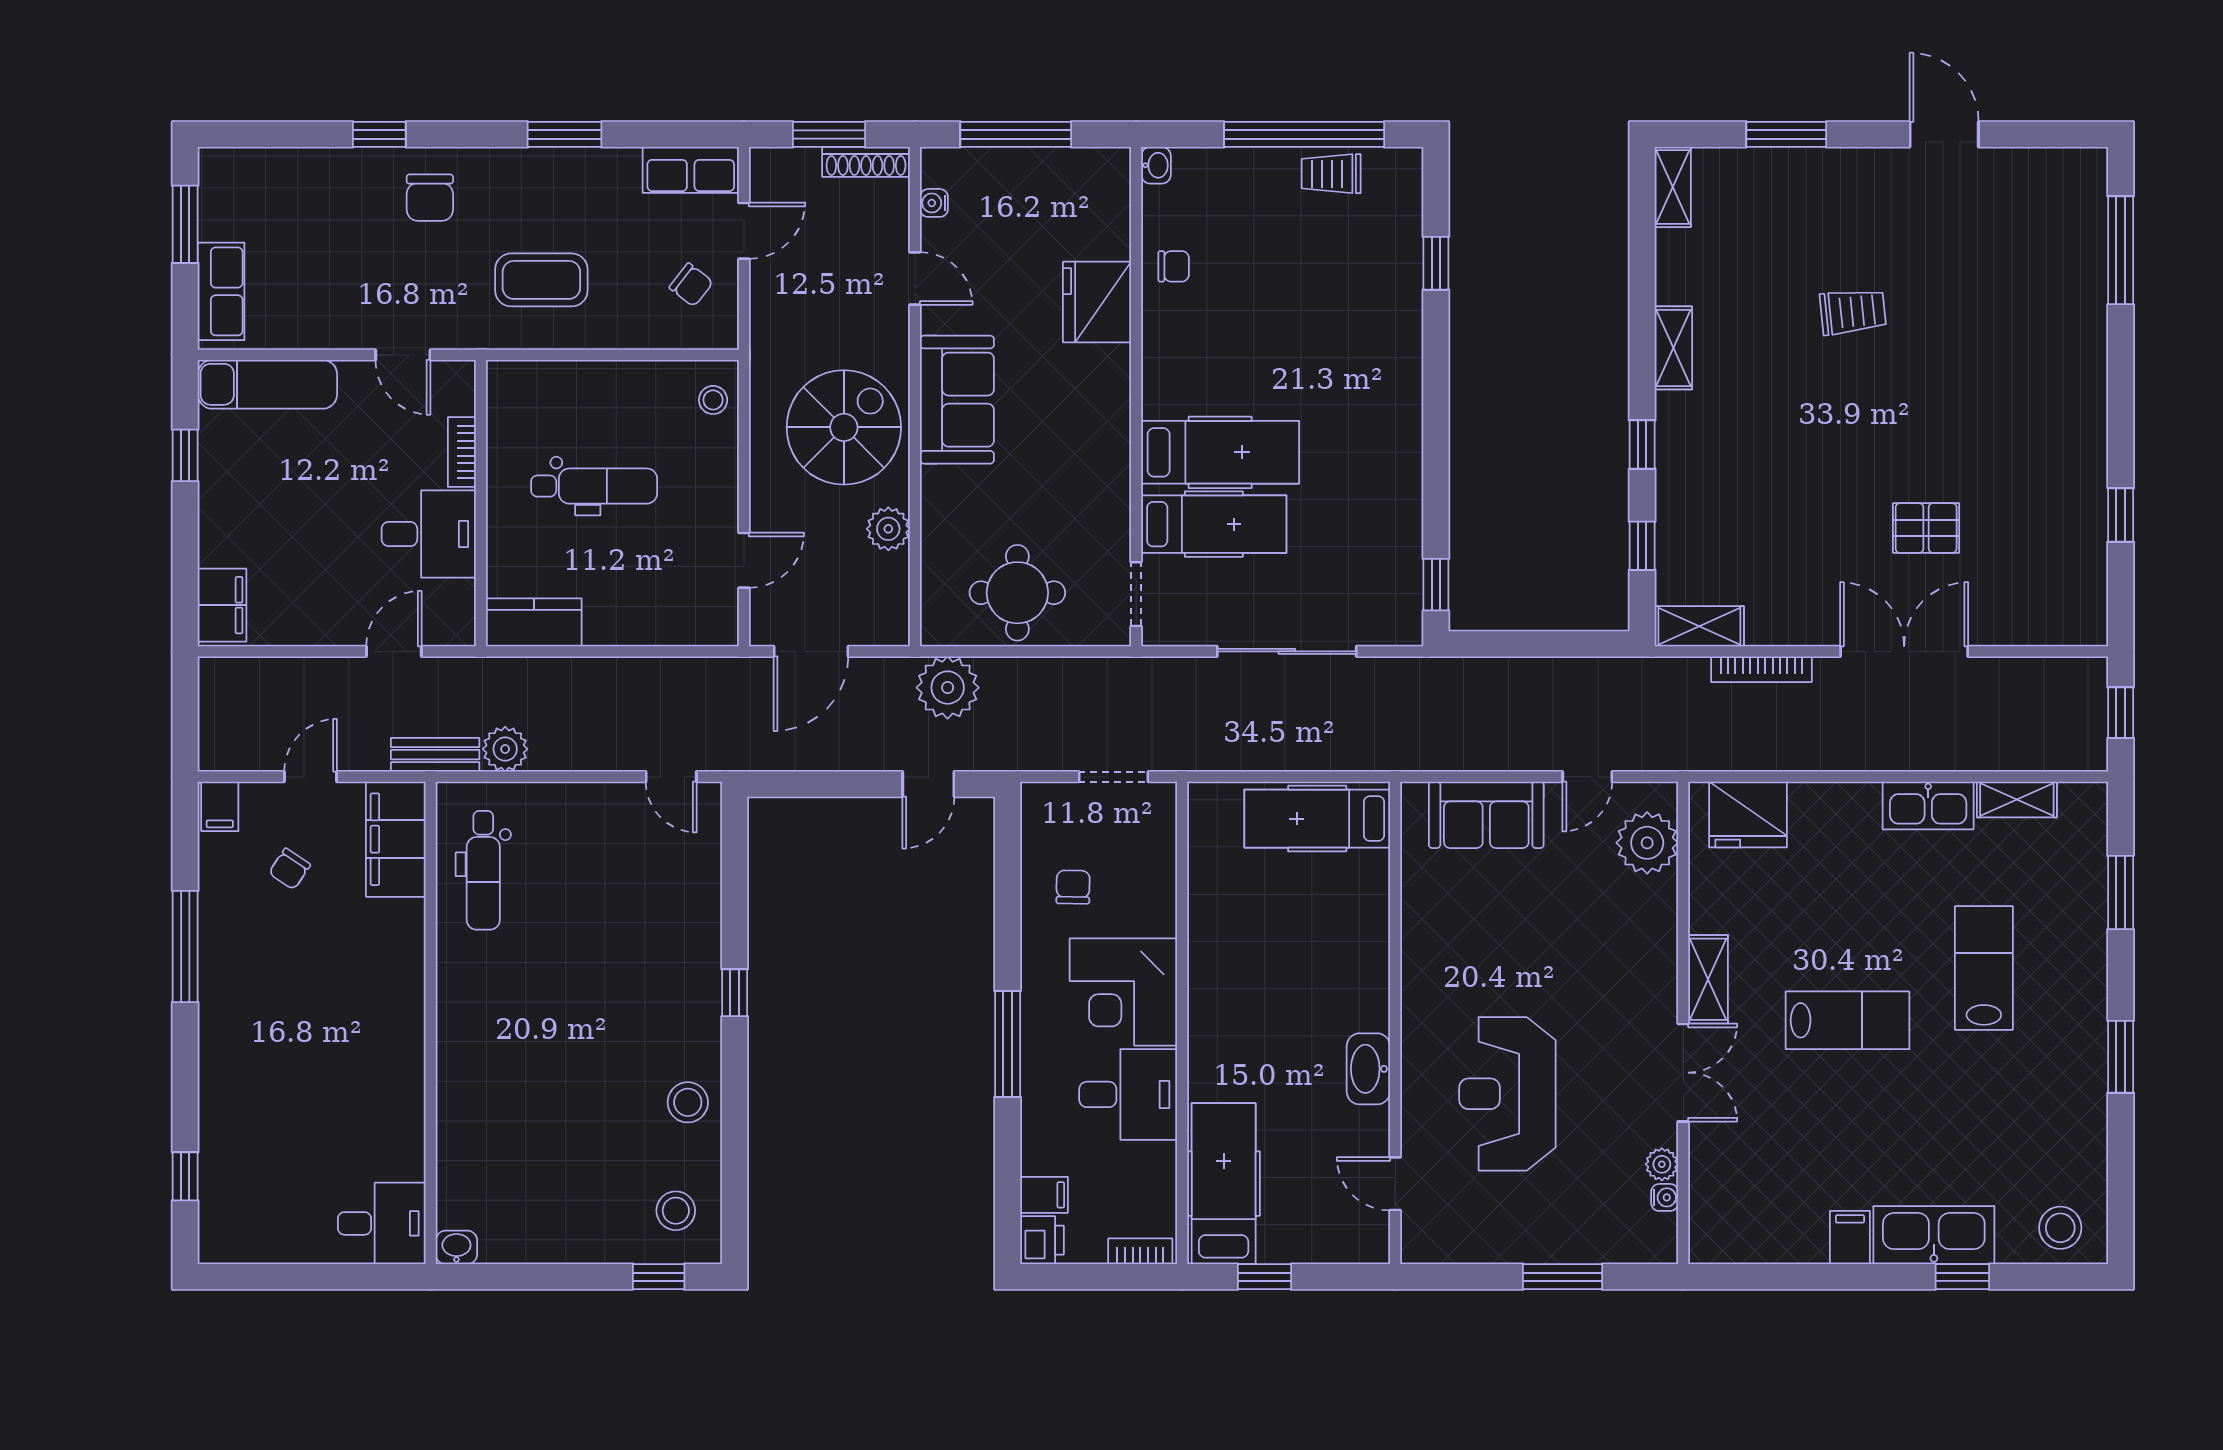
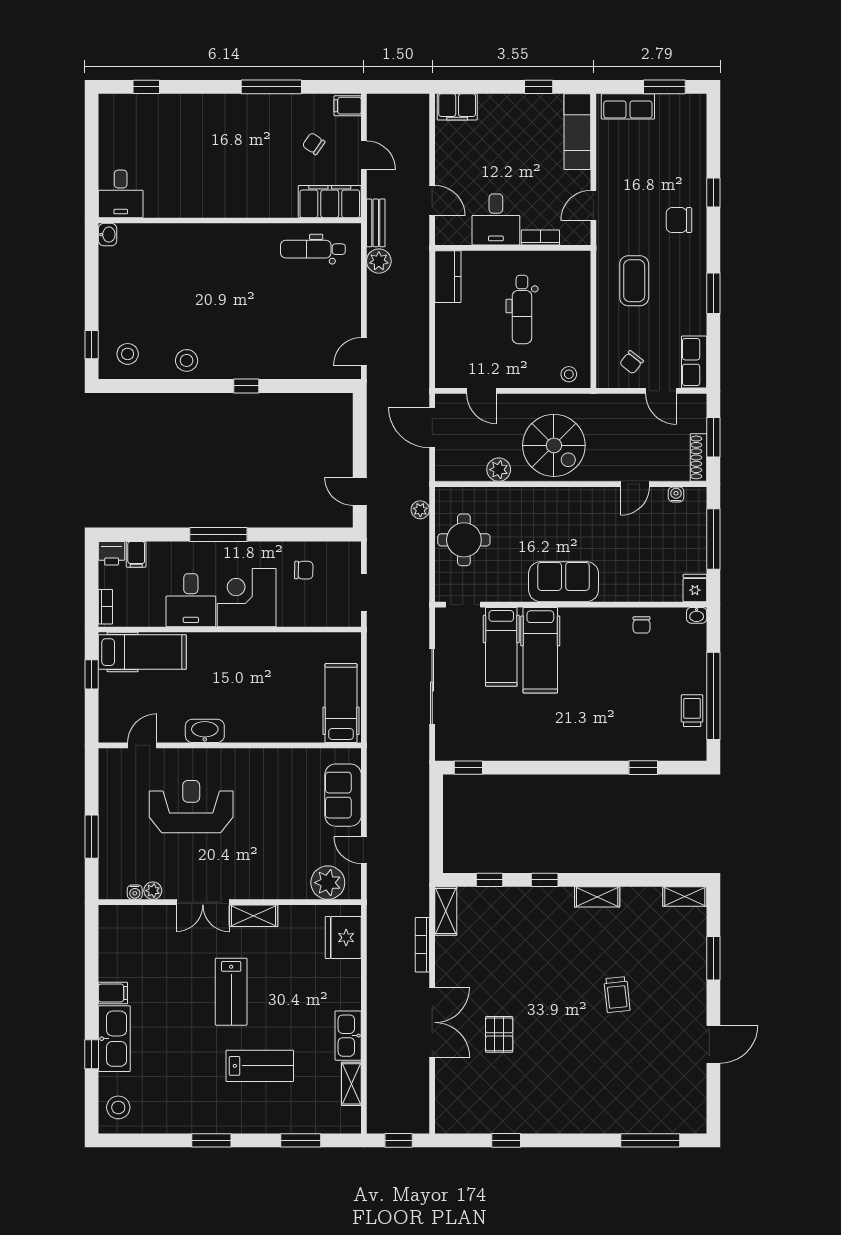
fridge: (1097, 302) -> (695, 588), moved, width x0.53, depth x0.75
sofa: (957, 400) -> (564, 582), moved, turned 180
plant: (948, 688) -> (420, 510), width x0.53, depth x0.53

